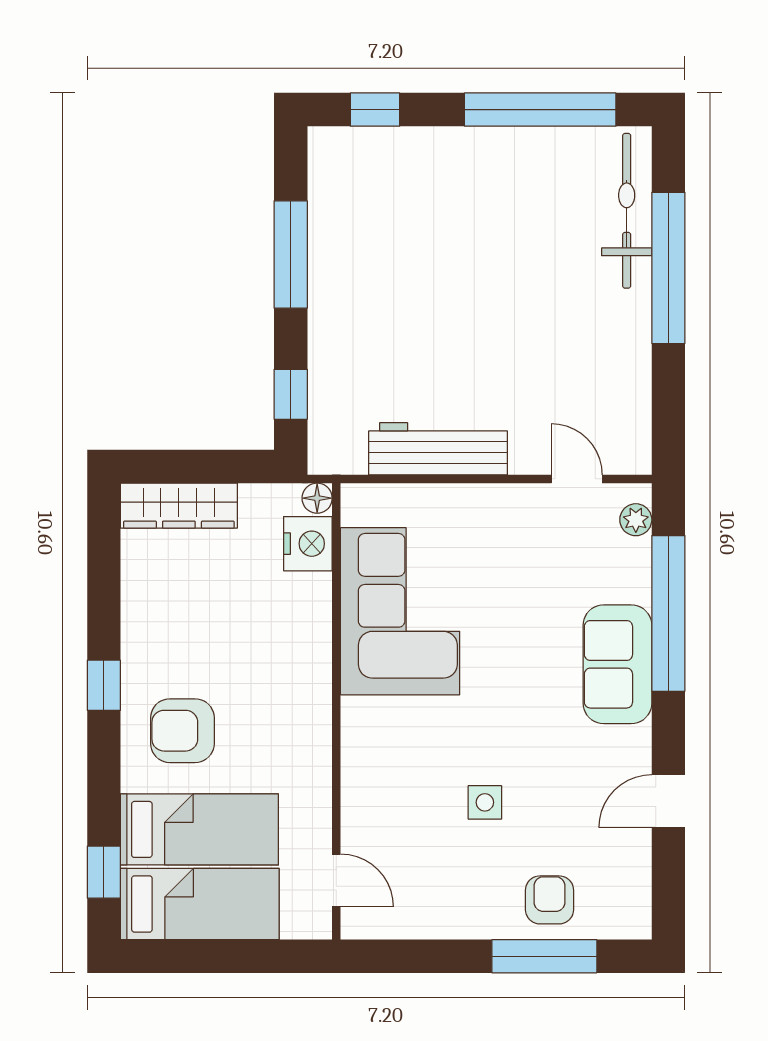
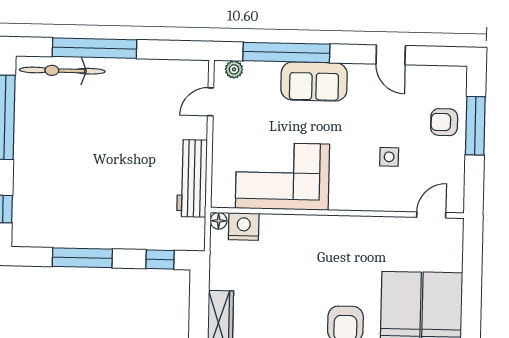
floor lamp: (317, 498) -> (219, 221), moved
nightstand: (308, 544) -> (244, 227), moved
corner sofa: (400, 611) -> (282, 176), moved
wall: (336, 711) -> (337, 213), moved
door: (336, 881) -> (431, 215), moved

